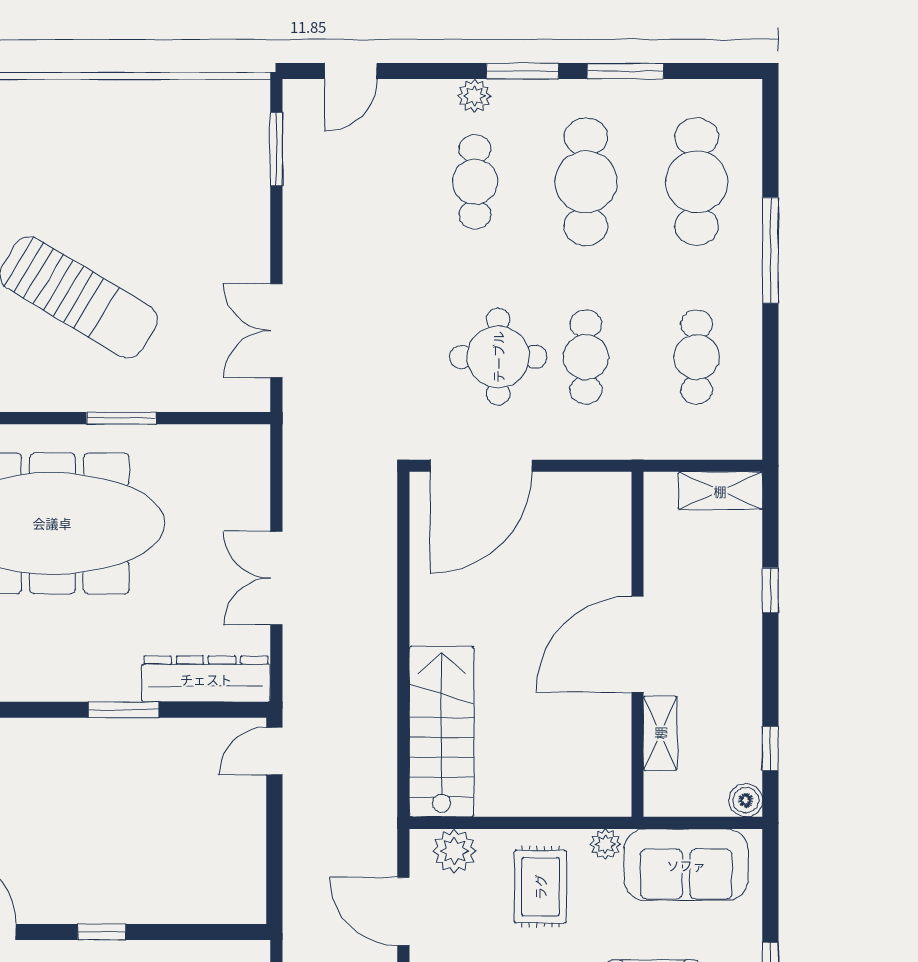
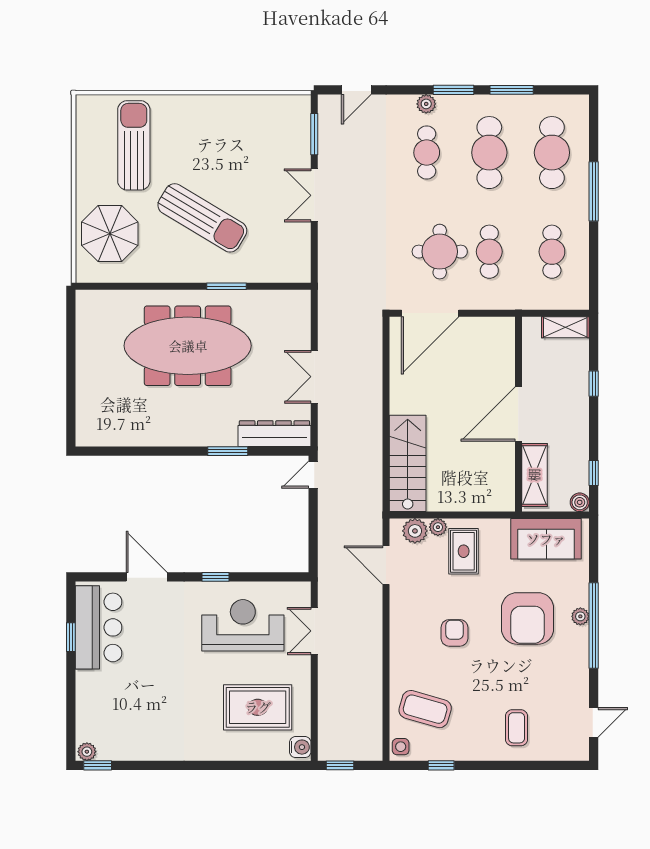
double door: (276, 331) -> (314, 195), moved
shelving: (660, 733) -> (534, 475), width x1.50, depth x1.33
plant: (605, 844) -> (438, 527), moved

